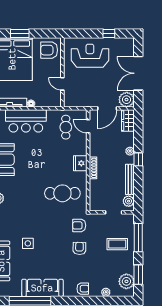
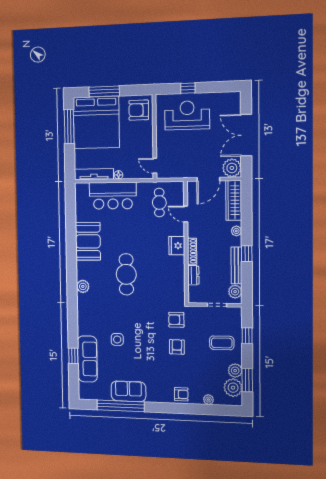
window: (20, 34) -> (104, 91), width x1.44
window: (109, 34) -> (188, 88), moved
door: (62, 84) -> (155, 166), moved
wardrobe: (128, 121) -> (234, 200), width x1.50
door: (88, 126) -> (186, 214), moved
window: (138, 159) -> (247, 254), moved
dresser: (94, 188) -> (193, 275), added
cafe table: (62, 193) -> (126, 274), moved, turned 90
window: (138, 238) -> (247, 336), width x0.46
plant: (128, 267) -> (235, 371), added
sofa: (42, 288) -> (128, 391), width x0.73

